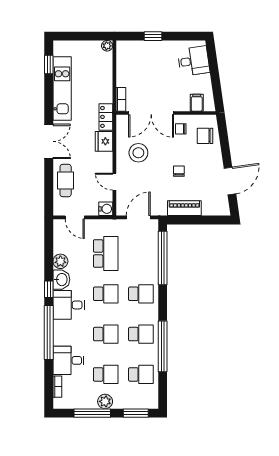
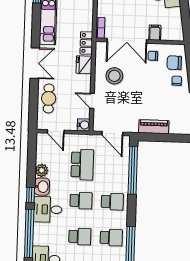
filing cabinet: (197, 103) -> (155, 33), moved
chair: (179, 171) -> (177, 81), moved
door: (138, 217) -> (112, 133), swing flipped

